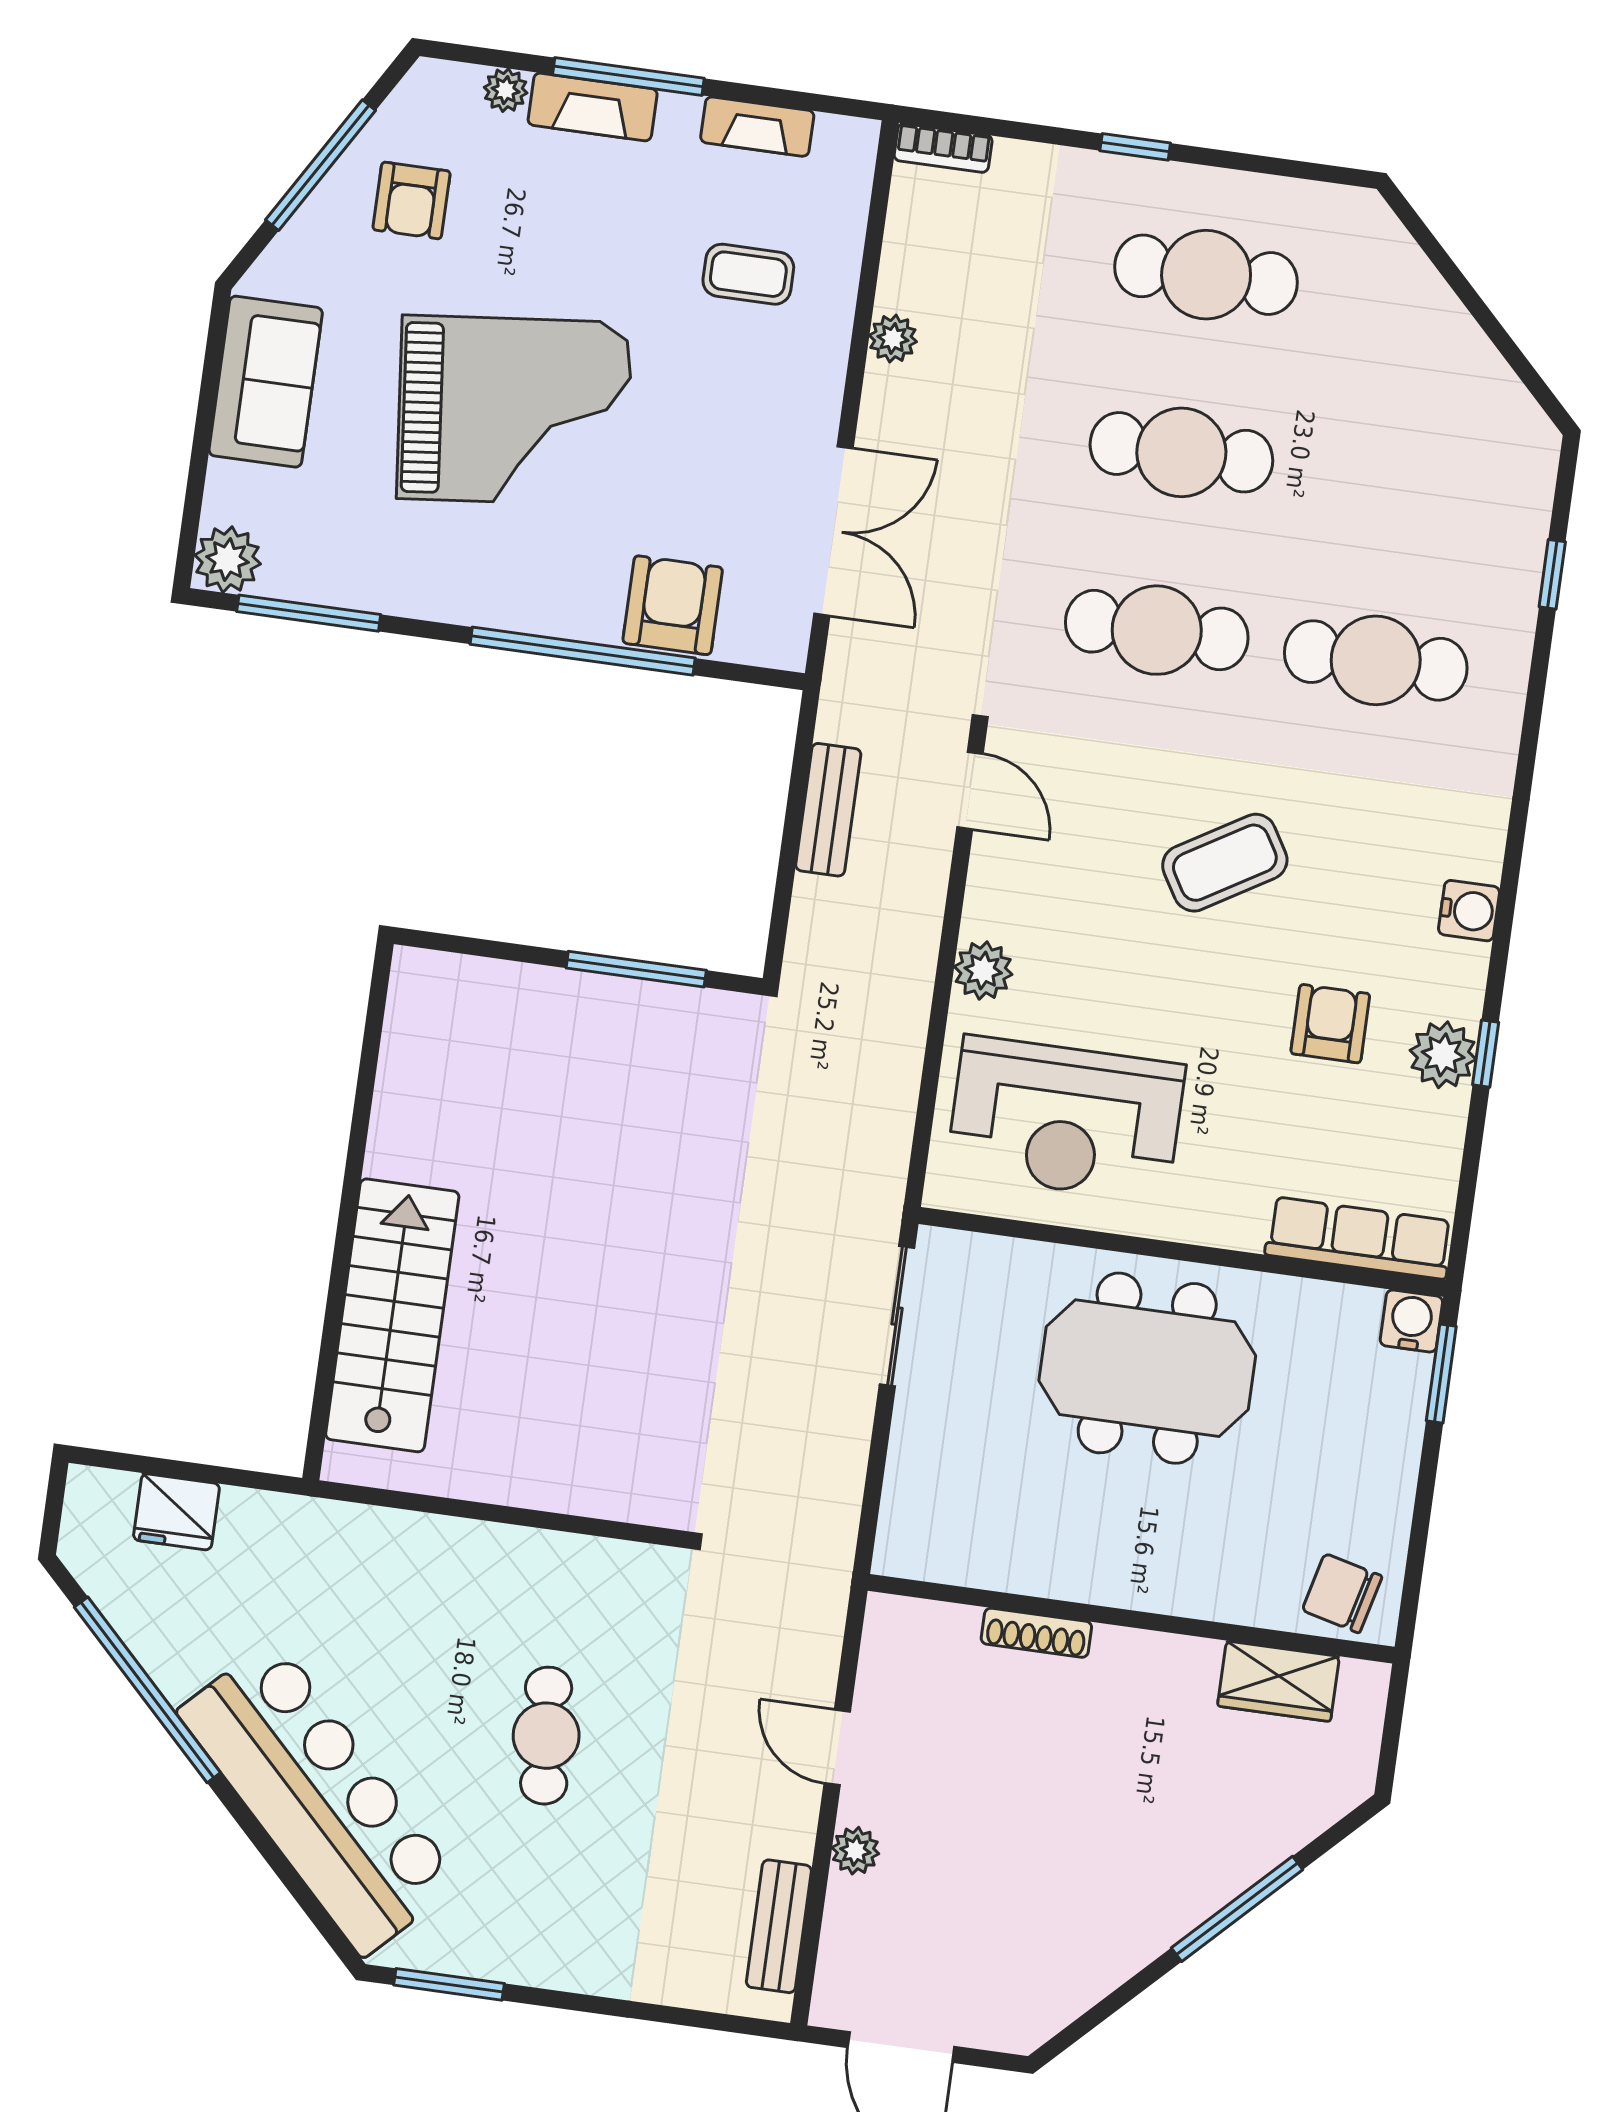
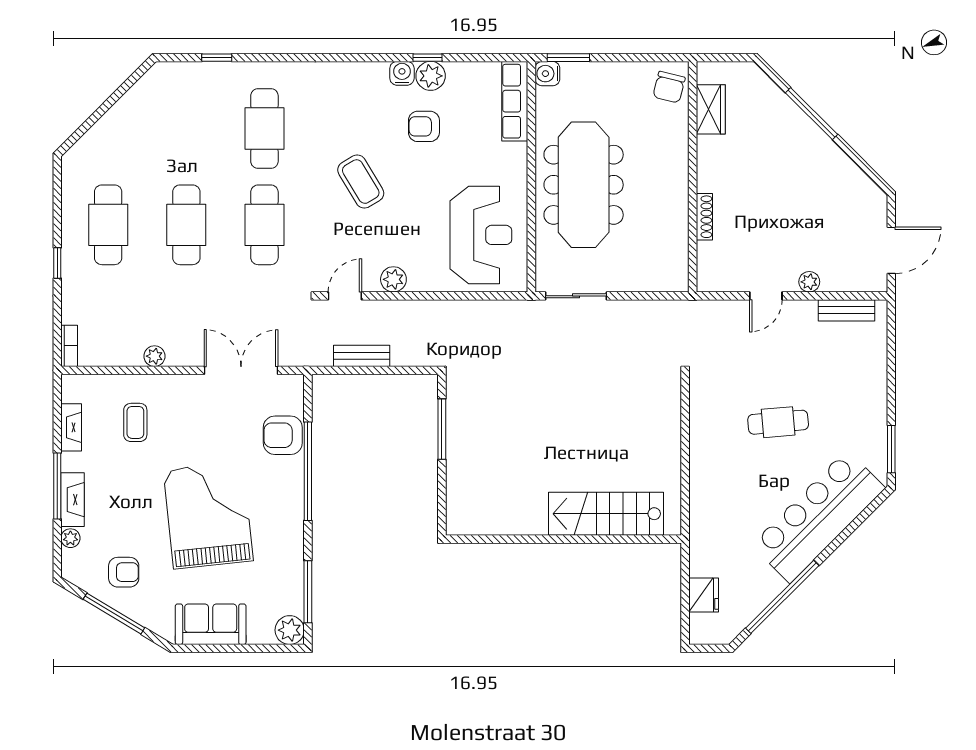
water cooler: (1469, 911) -> (402, 73), moved
plant: (983, 971) -> (393, 279), moved
meeting table: (1147, 1368) -> (584, 185), width x1.36

